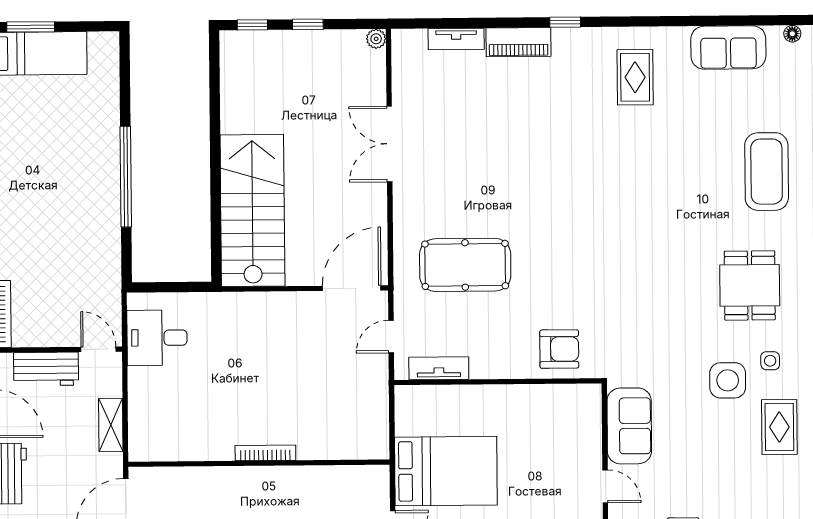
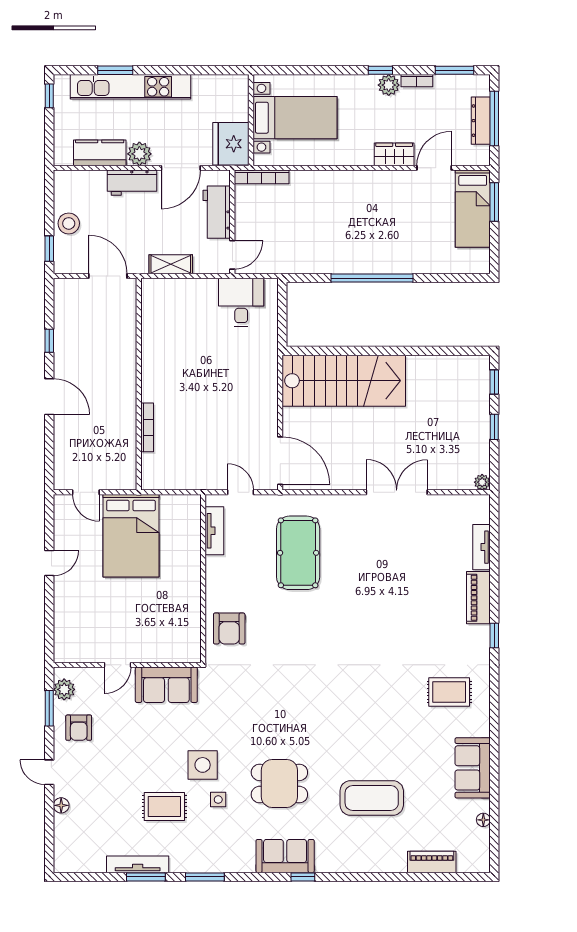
bookcase: (265, 453) -> (147, 427), moved

